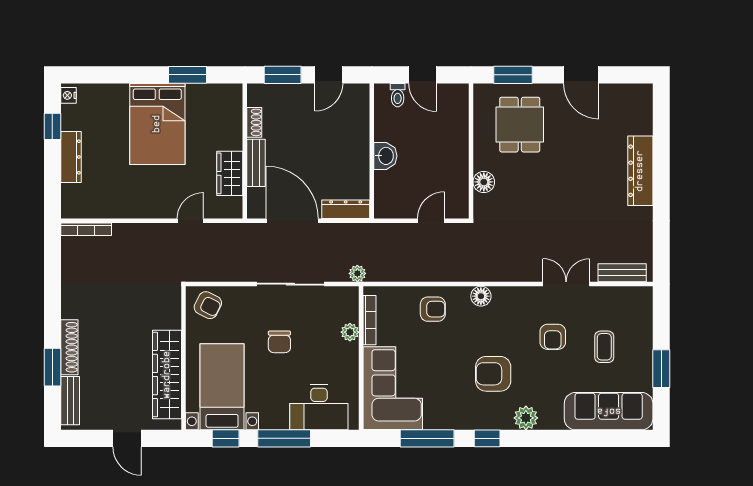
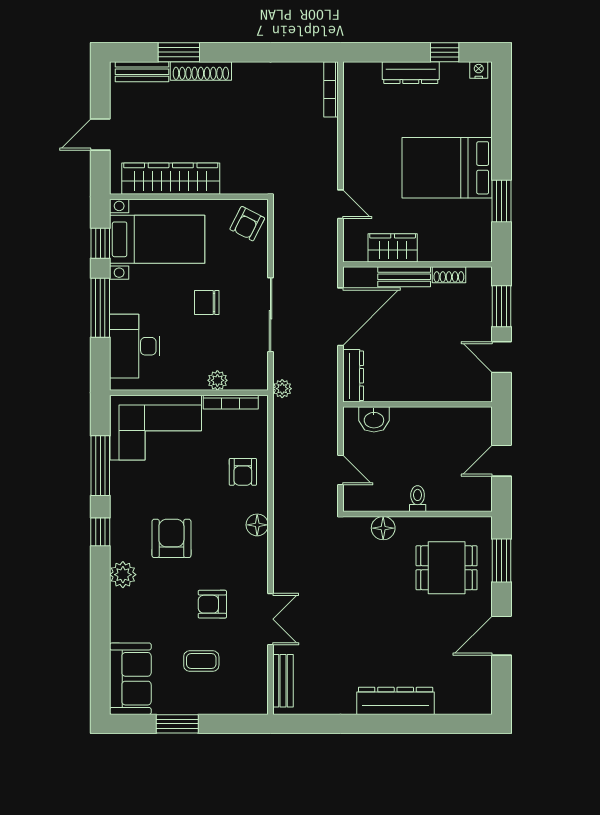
toilet: (398, 95) -> (418, 499), moved, turned 90
washbasin: (385, 156) -> (374, 419), moved
sofa: (609, 411) -> (130, 679), width x0.73

